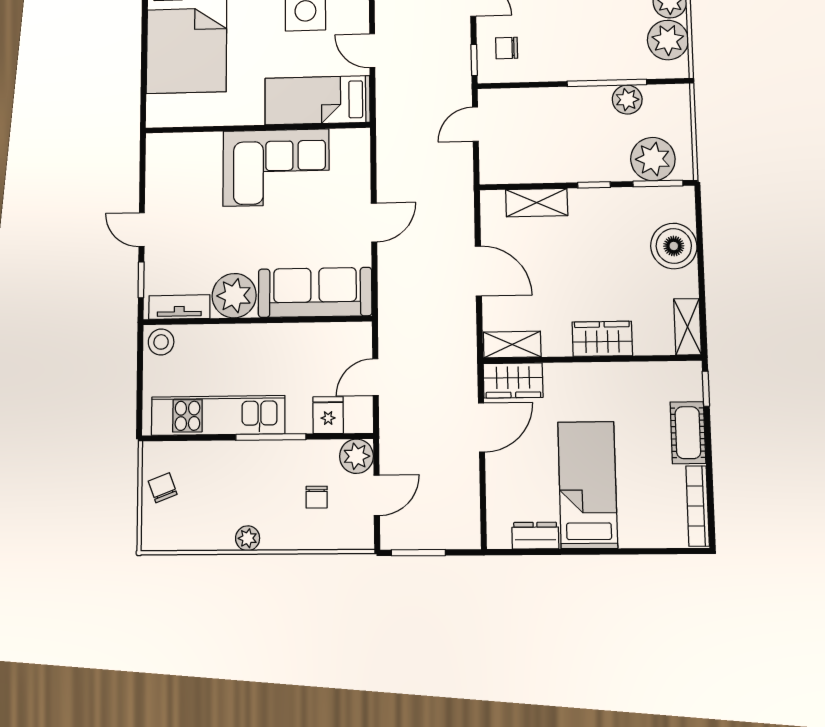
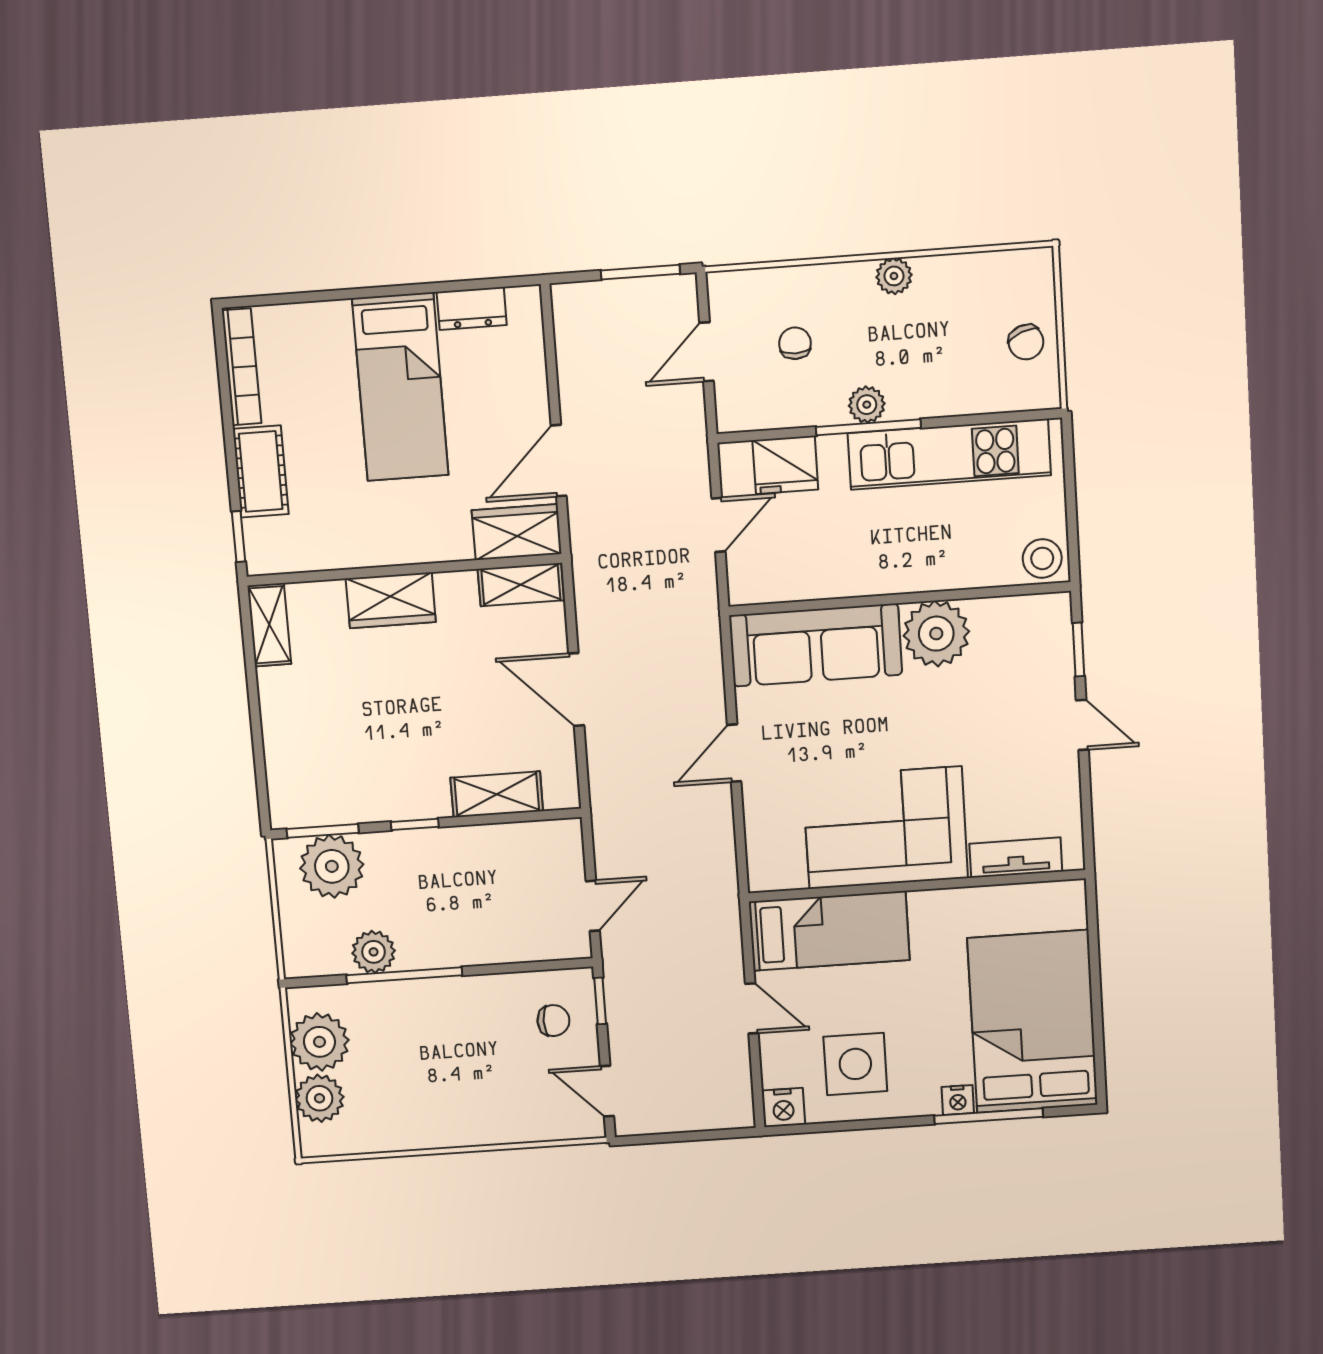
boiler: (674, 246) -> (295, 741), removed
tv unit: (179, 307) -> (1016, 858), moved, turned 180
fridge: (328, 415) -> (785, 465), width x1.38
plant: (356, 456) -> (867, 405), moved, width x0.73, depth x0.73

